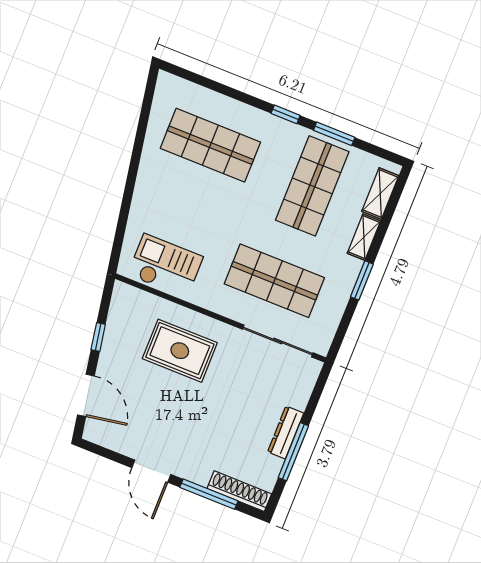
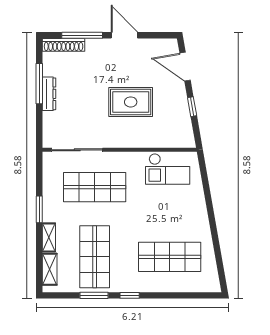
rug: (180, 351) -> (131, 102), moved

